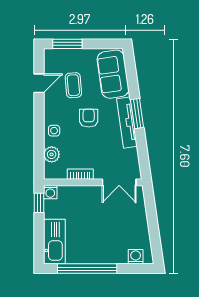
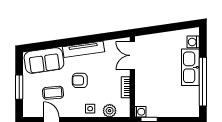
window: (67, 44) -> (19, 87), moved
window: (137, 114) -> (76, 41), removed
double door: (119, 182) -> (132, 55), swing flipped
kitchen sink: (54, 242) -> (190, 67), moved, turned -90

